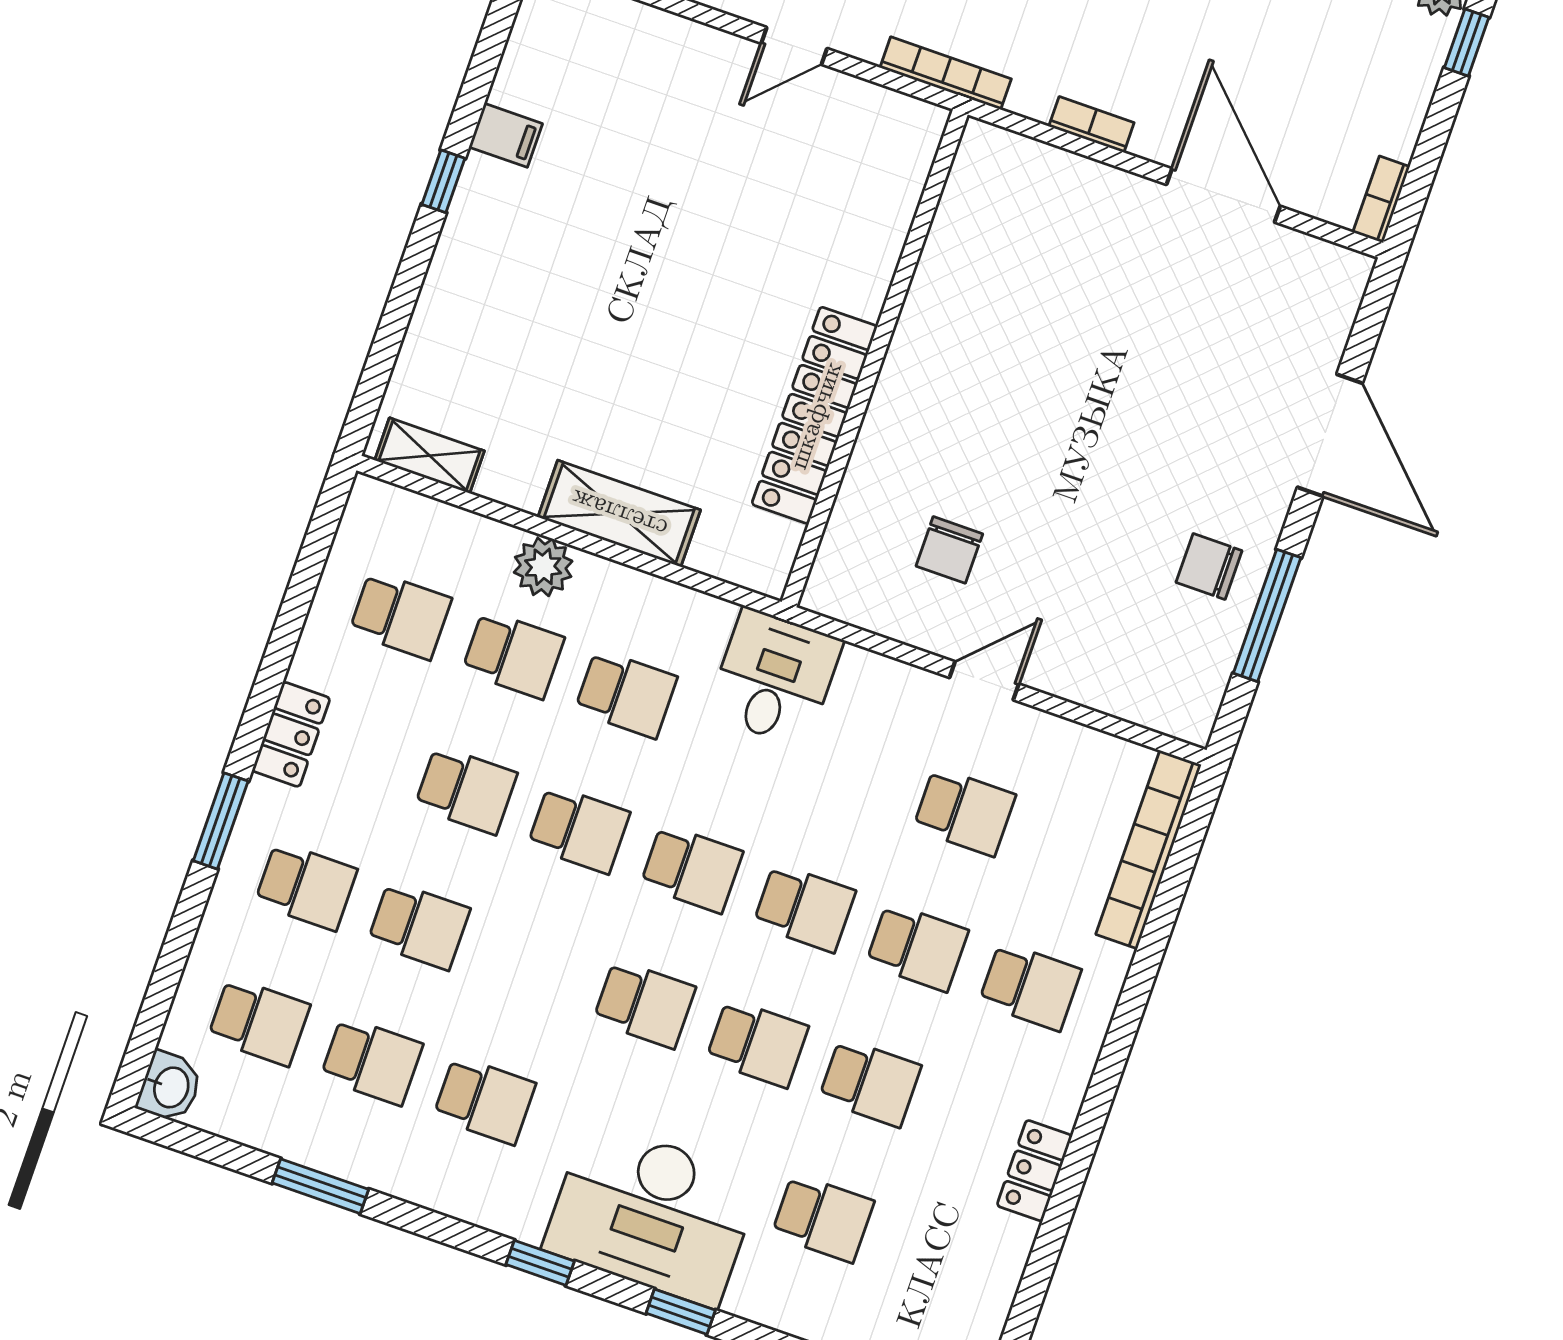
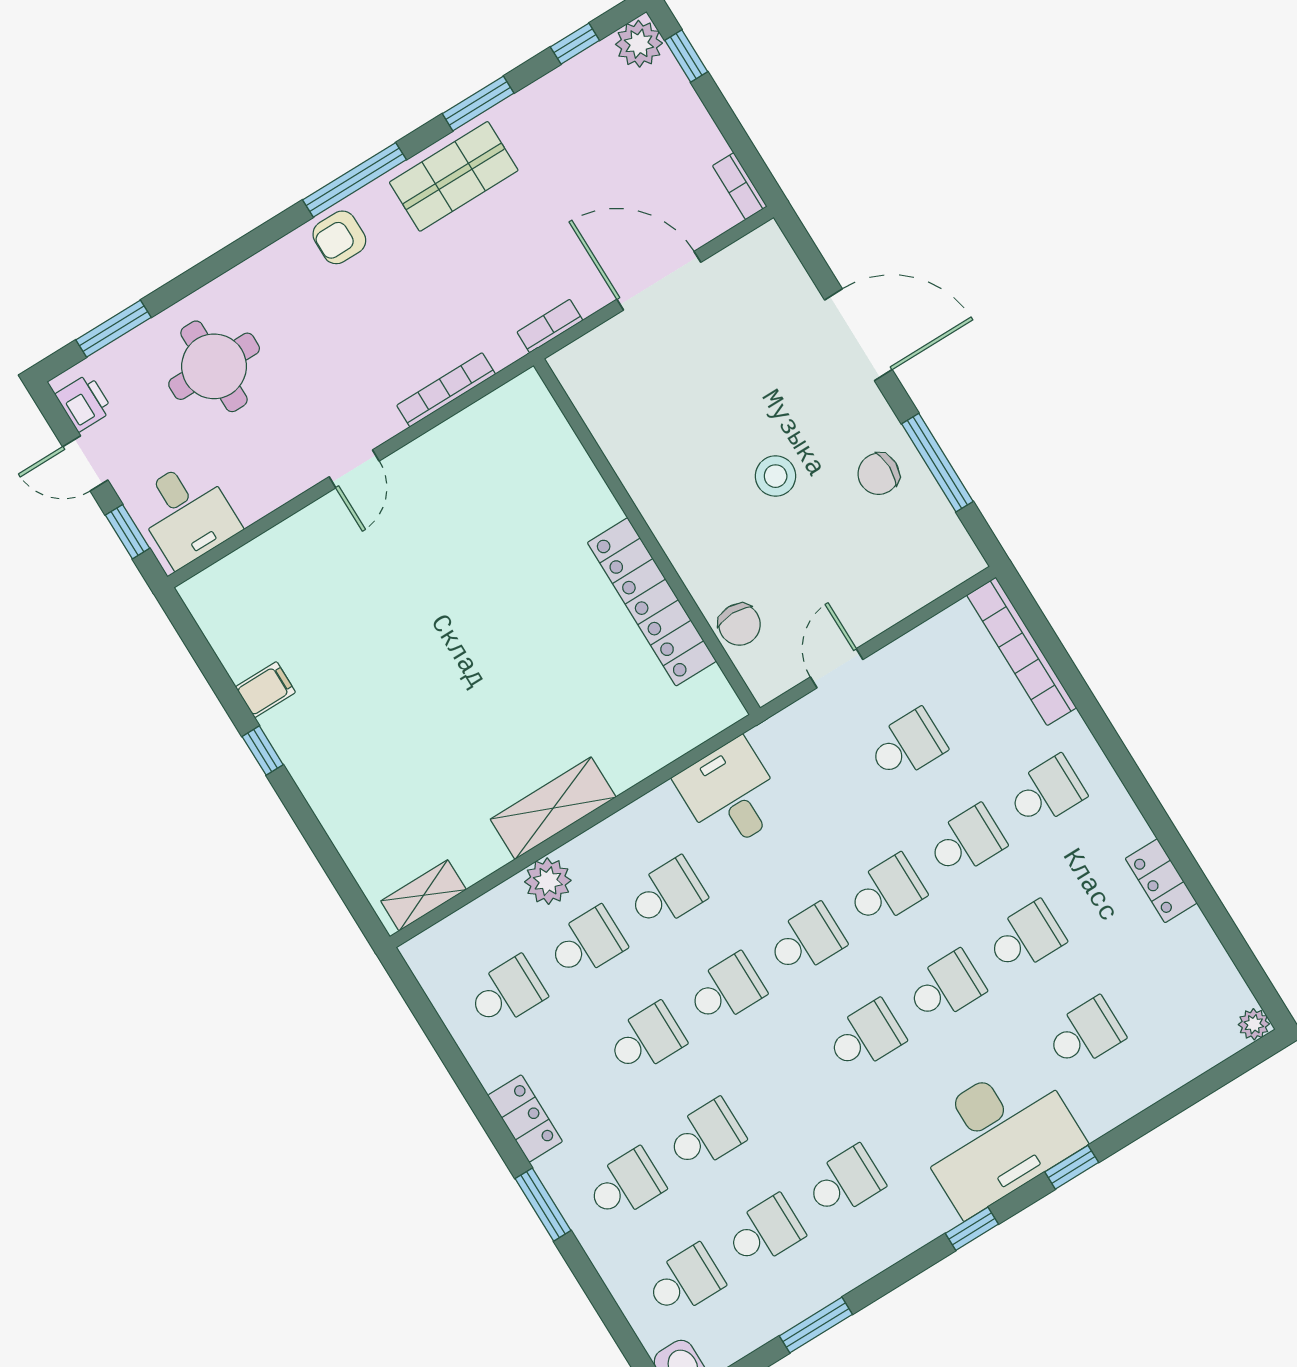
wall: (875, 358) -> (647, 537), moved
locker: (815, 415) -> (652, 602), moved
stool: (1124, 467) -> (776, 476), added

